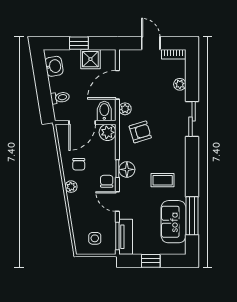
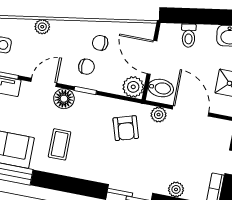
floor lamp: (127, 169) -> (64, 99), moved
chair: (107, 181) -> (86, 67), moved
plant: (71, 187) -> (42, 27), moved

